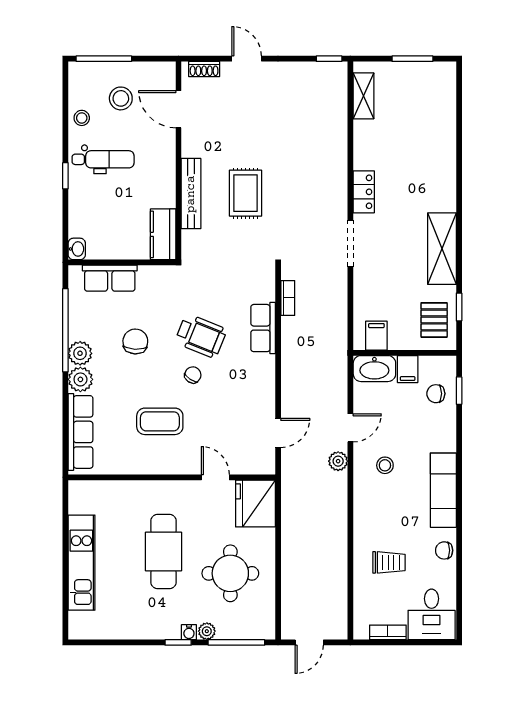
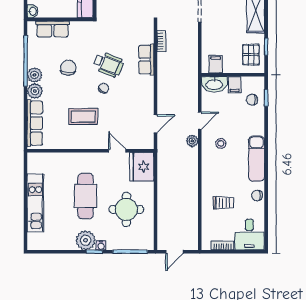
plant: (207, 631) -> (86, 240), moved, width x1.88, depth x1.88

